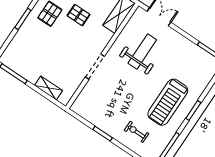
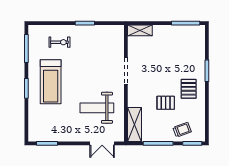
weight bench: (142, 52) -> (97, 108), turned 90
shelving: (49, 88) -> (140, 30), moved
treadmill: (168, 102) -> (51, 82), turned 180

